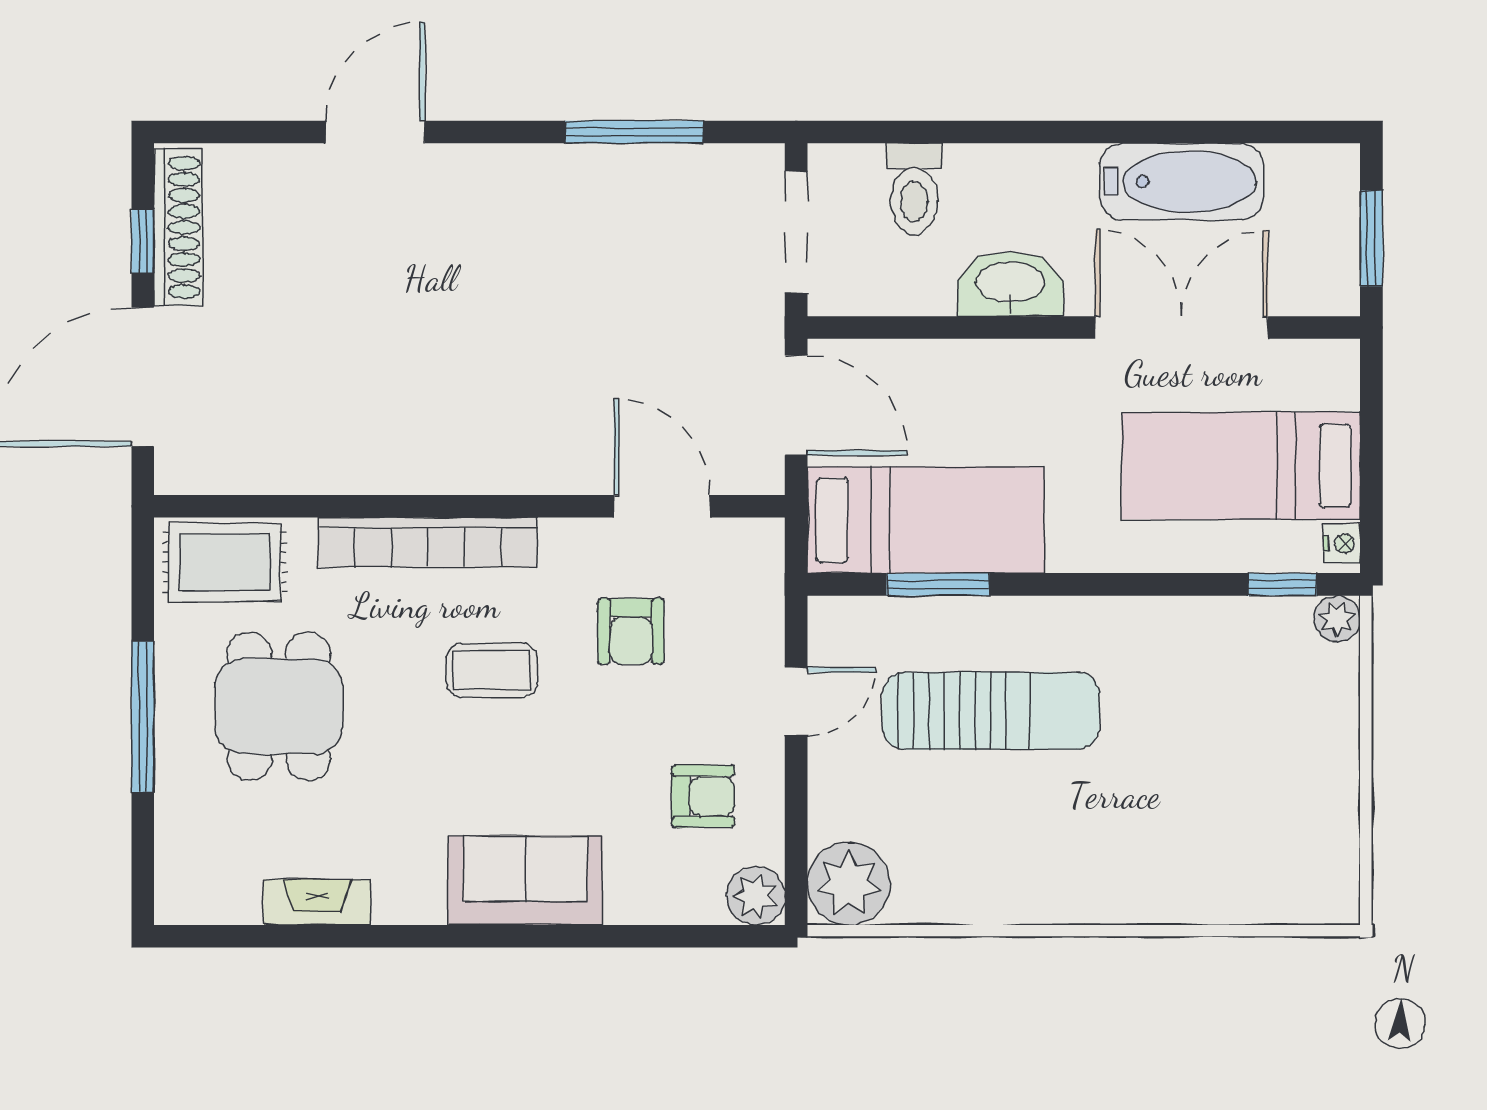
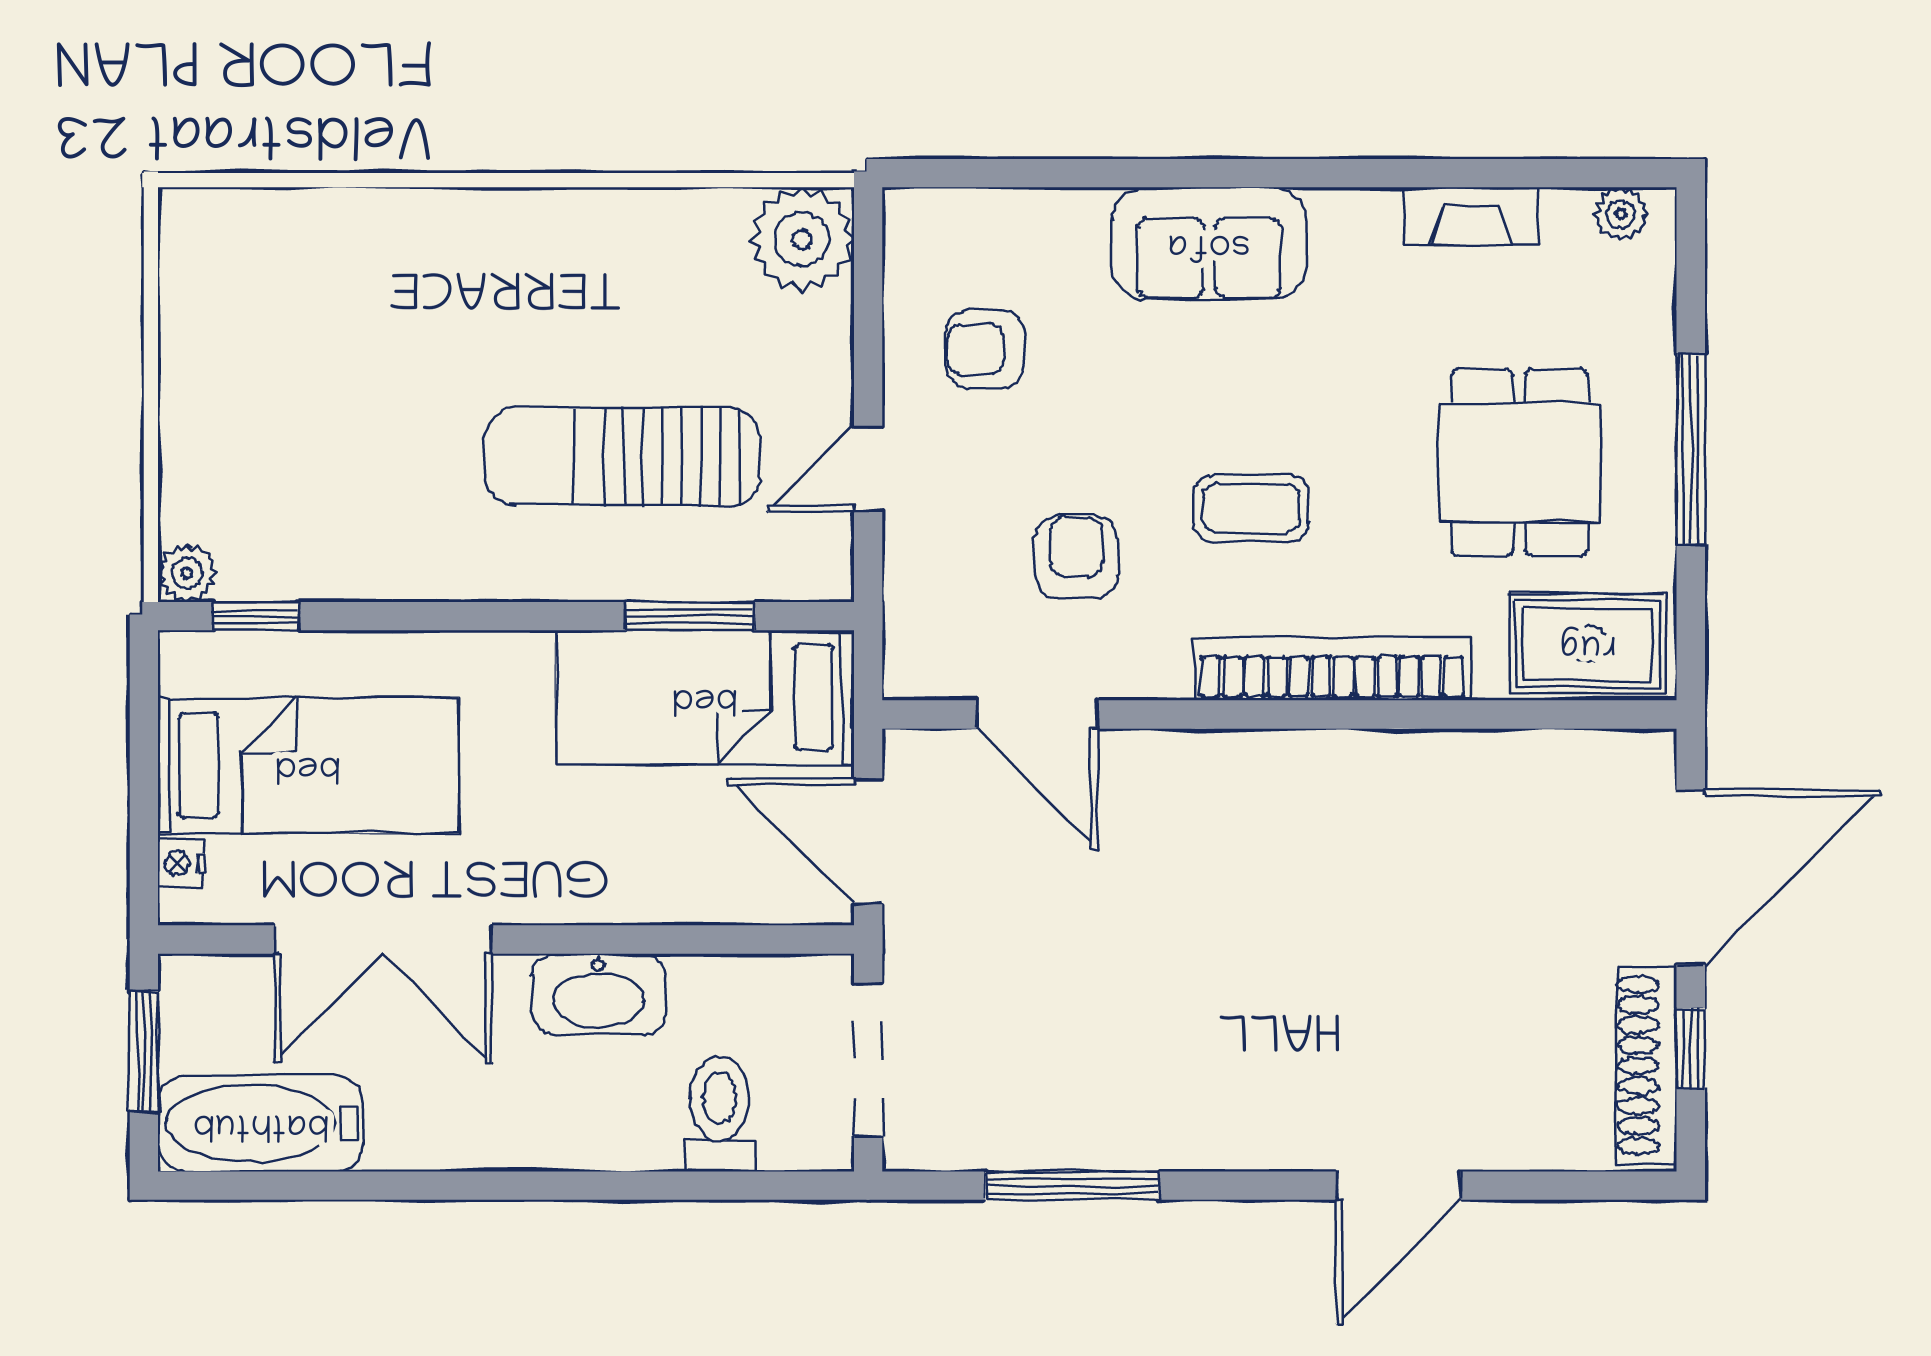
bathtub: (1181, 182) -> (261, 1123), moved
nightstand: (1342, 543) -> (181, 863), moved
plant: (756, 896) -> (1621, 214), moved, width x0.73, depth x0.73

